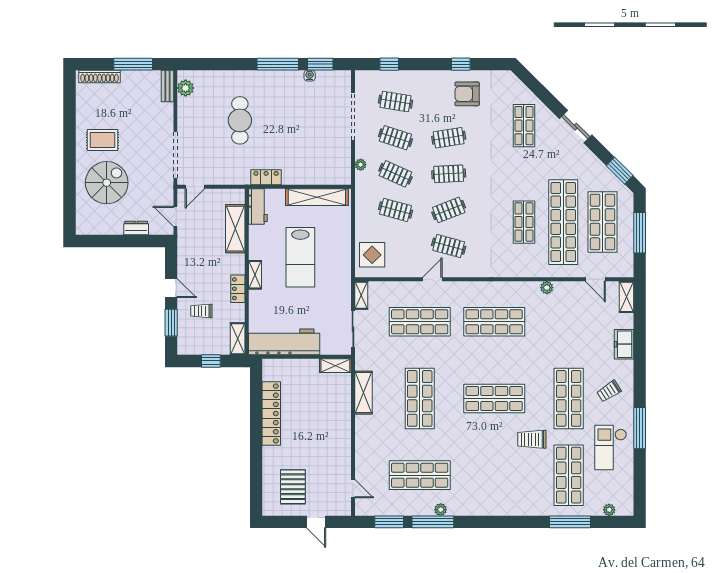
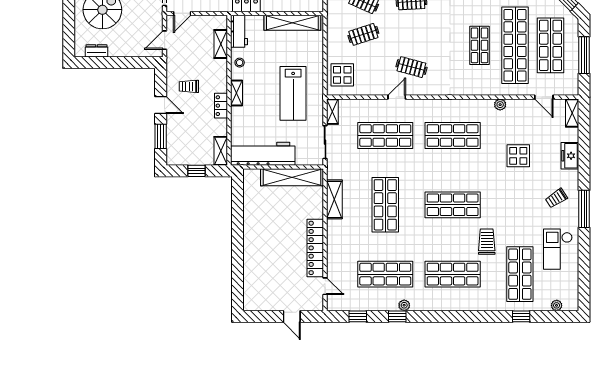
clothes rail: (395, 210) -> (363, 34), turned -33
clothes rail: (449, 210) -> (411, 34), removed
door: (175, 216) -> (165, 40), hinge flipped
dresser: (136, 228) -> (96, 51), moved
shelving: (235, 229) -> (221, 44), width x0.67, depth x0.75
stool: (258, 241) -> (240, 63), added
lab bench: (300, 257) -> (293, 93), moved
trolley: (201, 311) -> (189, 86), moved
display table: (567, 344) -> (518, 156), added
shelving: (335, 366) -> (292, 177), width x2.20, depth x1.33
shop shelf: (569, 398) -> (453, 274), moved, turned 90
locker: (271, 413) -> (315, 248), moved, turned 180
window: (640, 428) -> (584, 209), moved
trolley: (532, 439) -> (487, 242), turned 90
pallet: (293, 487) -> (271, 285), removed
window: (389, 522) -> (358, 316), width x0.67
window: (433, 522) -> (397, 316), width x0.46
window: (570, 522) -> (521, 316), width x0.46

